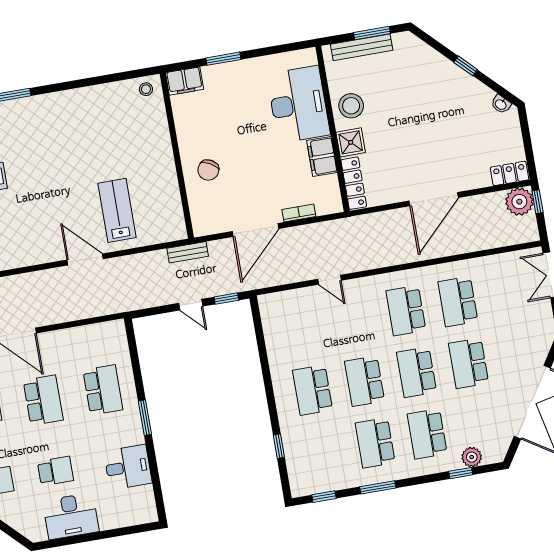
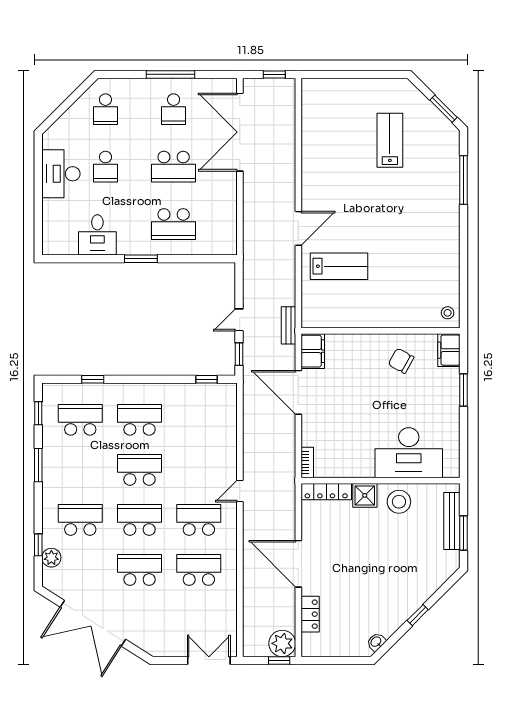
filing cabinet: (322, 157) -> (313, 351), moved, turned 90
chair: (208, 170) -> (401, 361), moved
locker: (510, 173) -> (310, 614), moved
bookcase: (299, 213) -> (307, 463), moved
door: (329, 280) -> (240, 491), moved
window: (258, 328) -> (207, 379), added
school desk: (375, 443) -> (80, 420), moved

